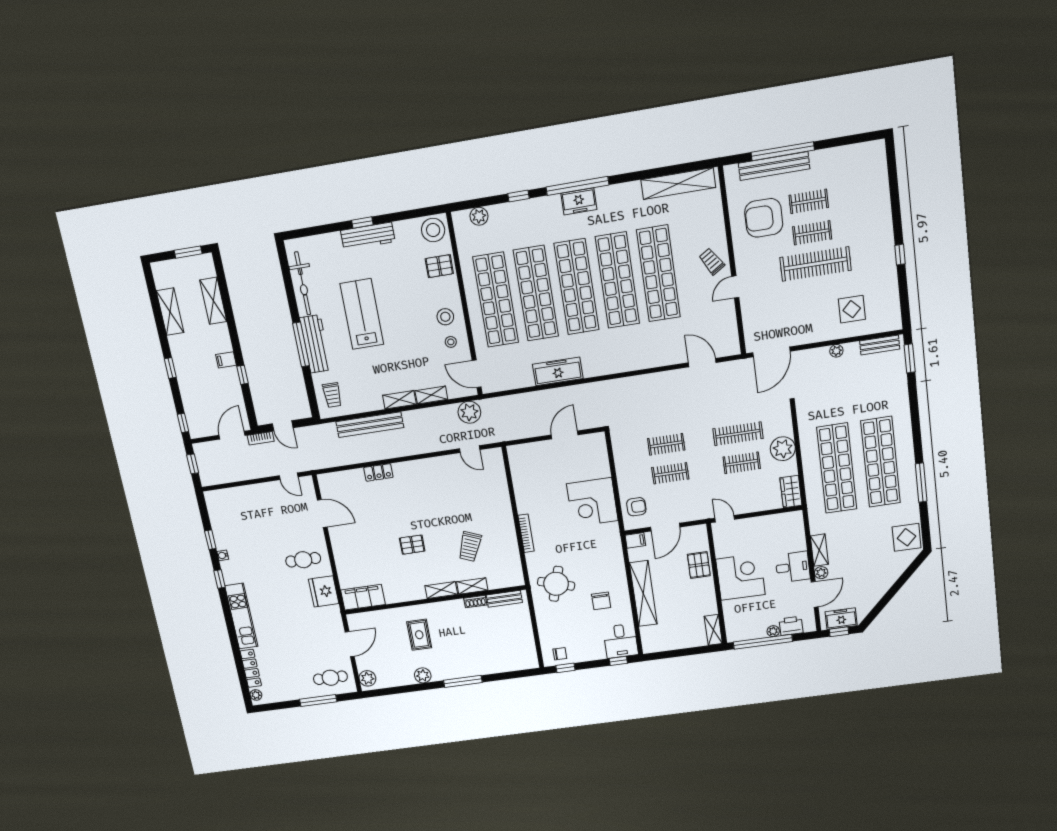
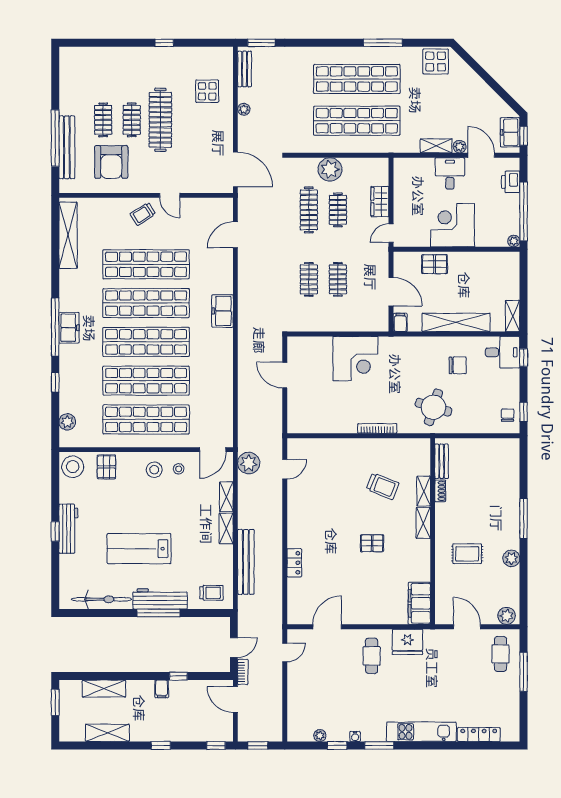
freezer: (558, 371) -> (222, 311), moved, width x0.71
wardrobe: (791, 492) -> (380, 202), moved, turned 90
armchair: (636, 507) -> (366, 317), removed
pallet: (412, 545) -> (372, 543), turned 90
window: (219, 579) -> (379, 745), width x1.50
shelving: (713, 630) -> (513, 316), moved, turned 90
plant: (773, 631) -> (514, 241), moved
plant: (256, 695) -> (320, 736), moved

